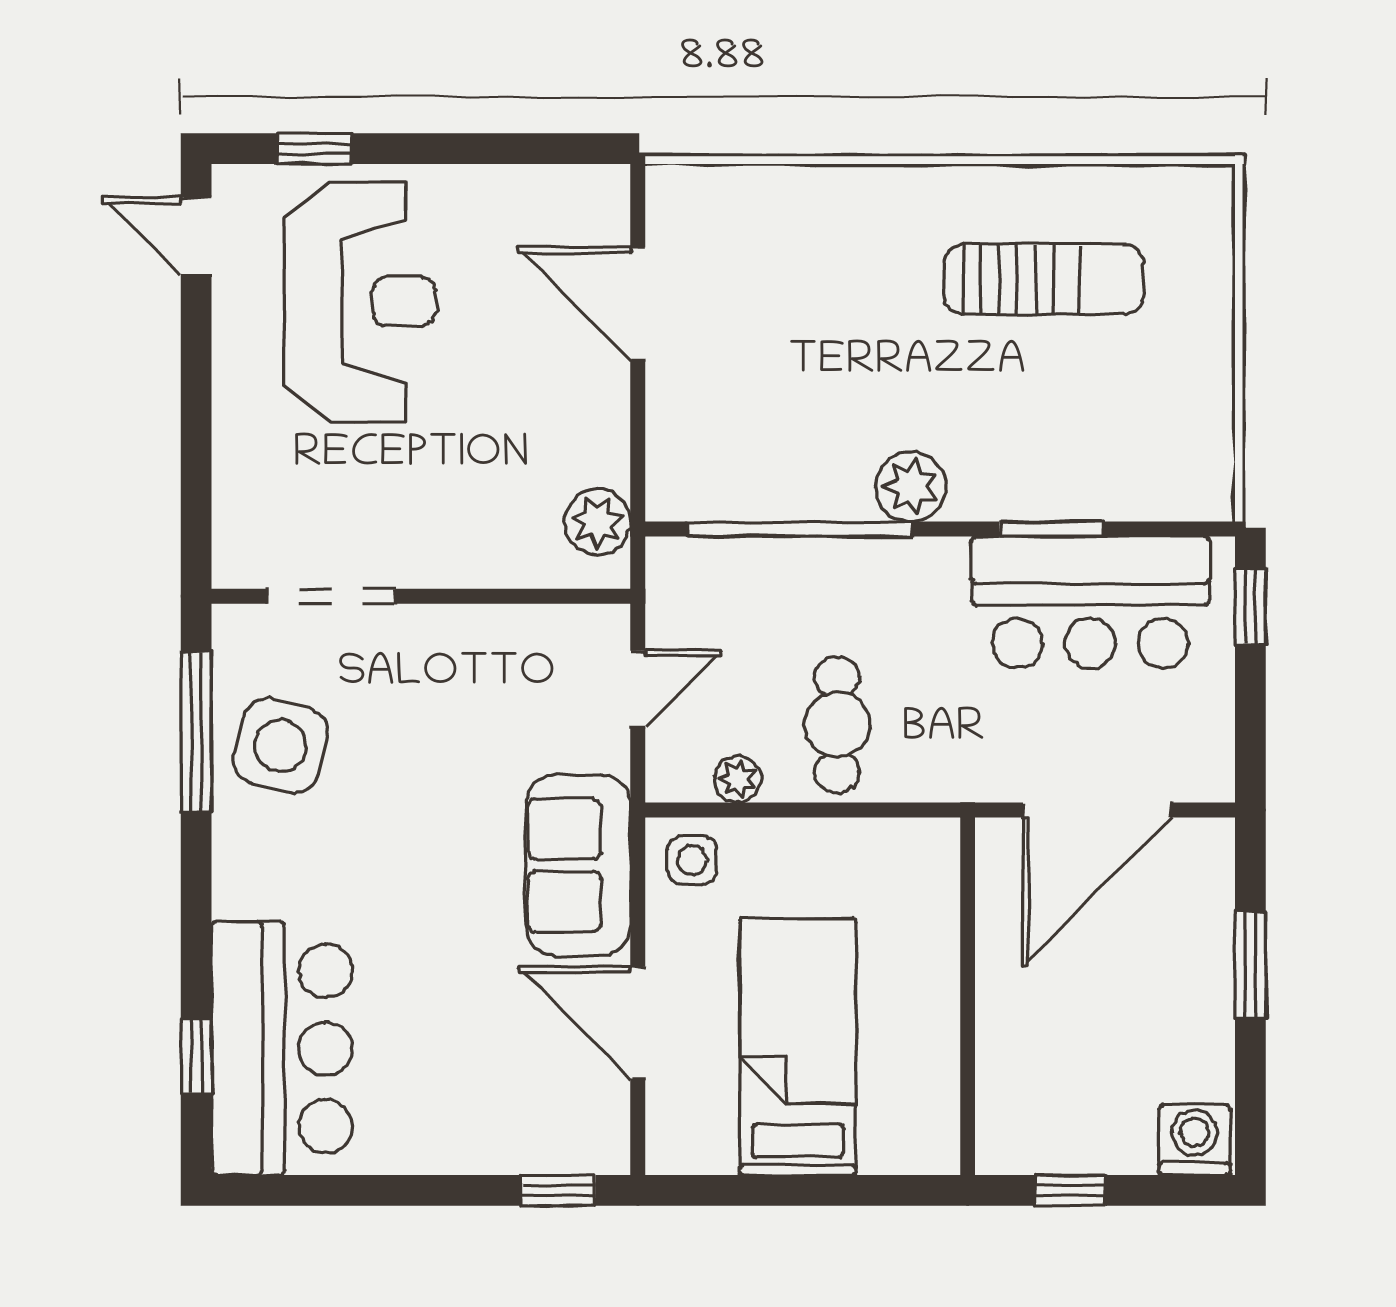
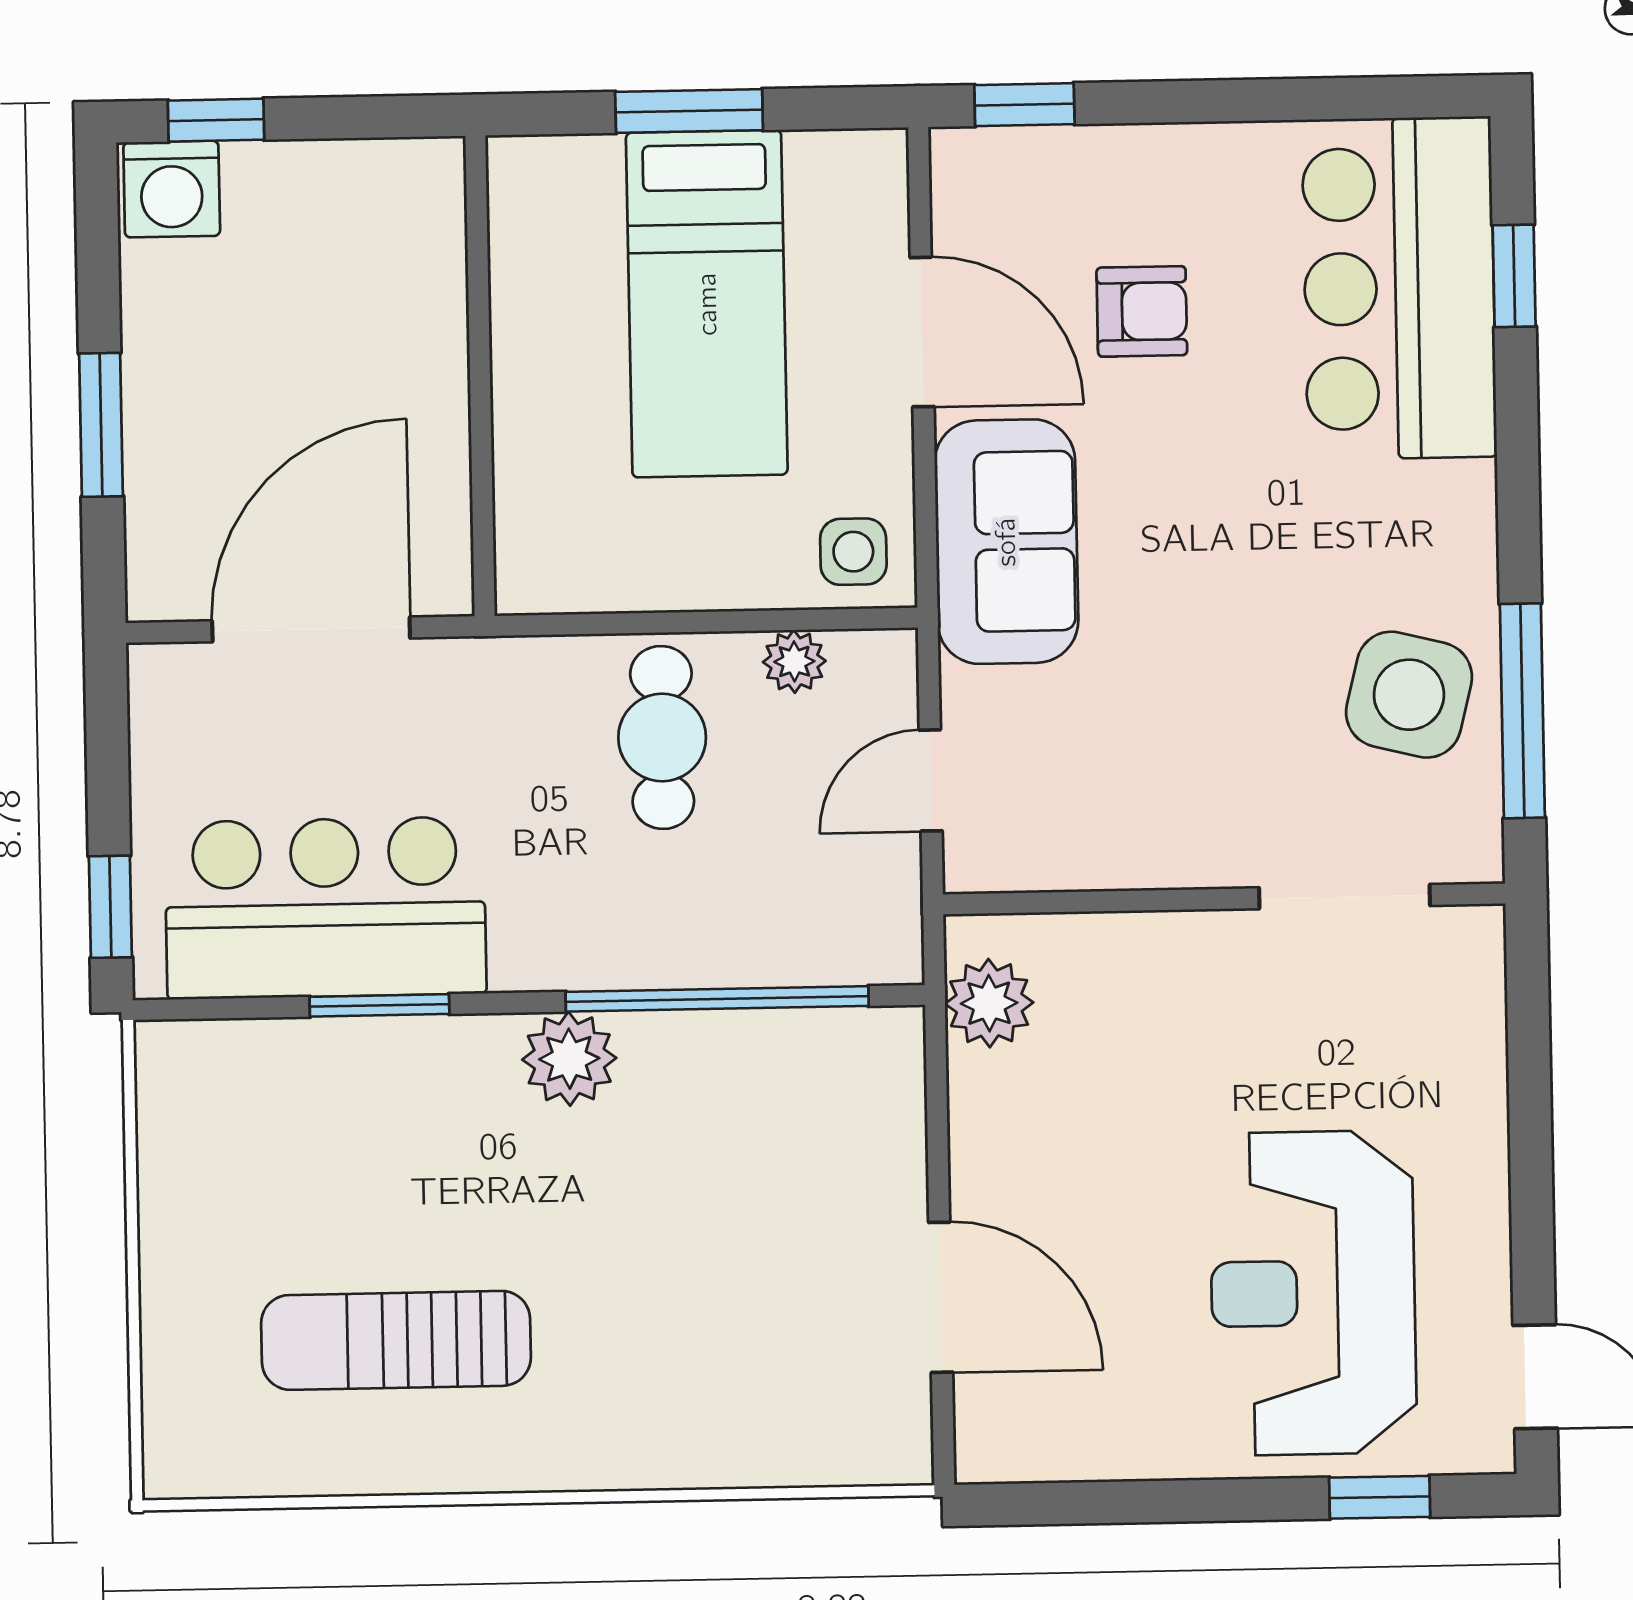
armchair: (474, 1035) -> (1142, 311), added
window: (808, 1190) -> (689, 111), added
window: (1070, 1190) -> (216, 120), moved

